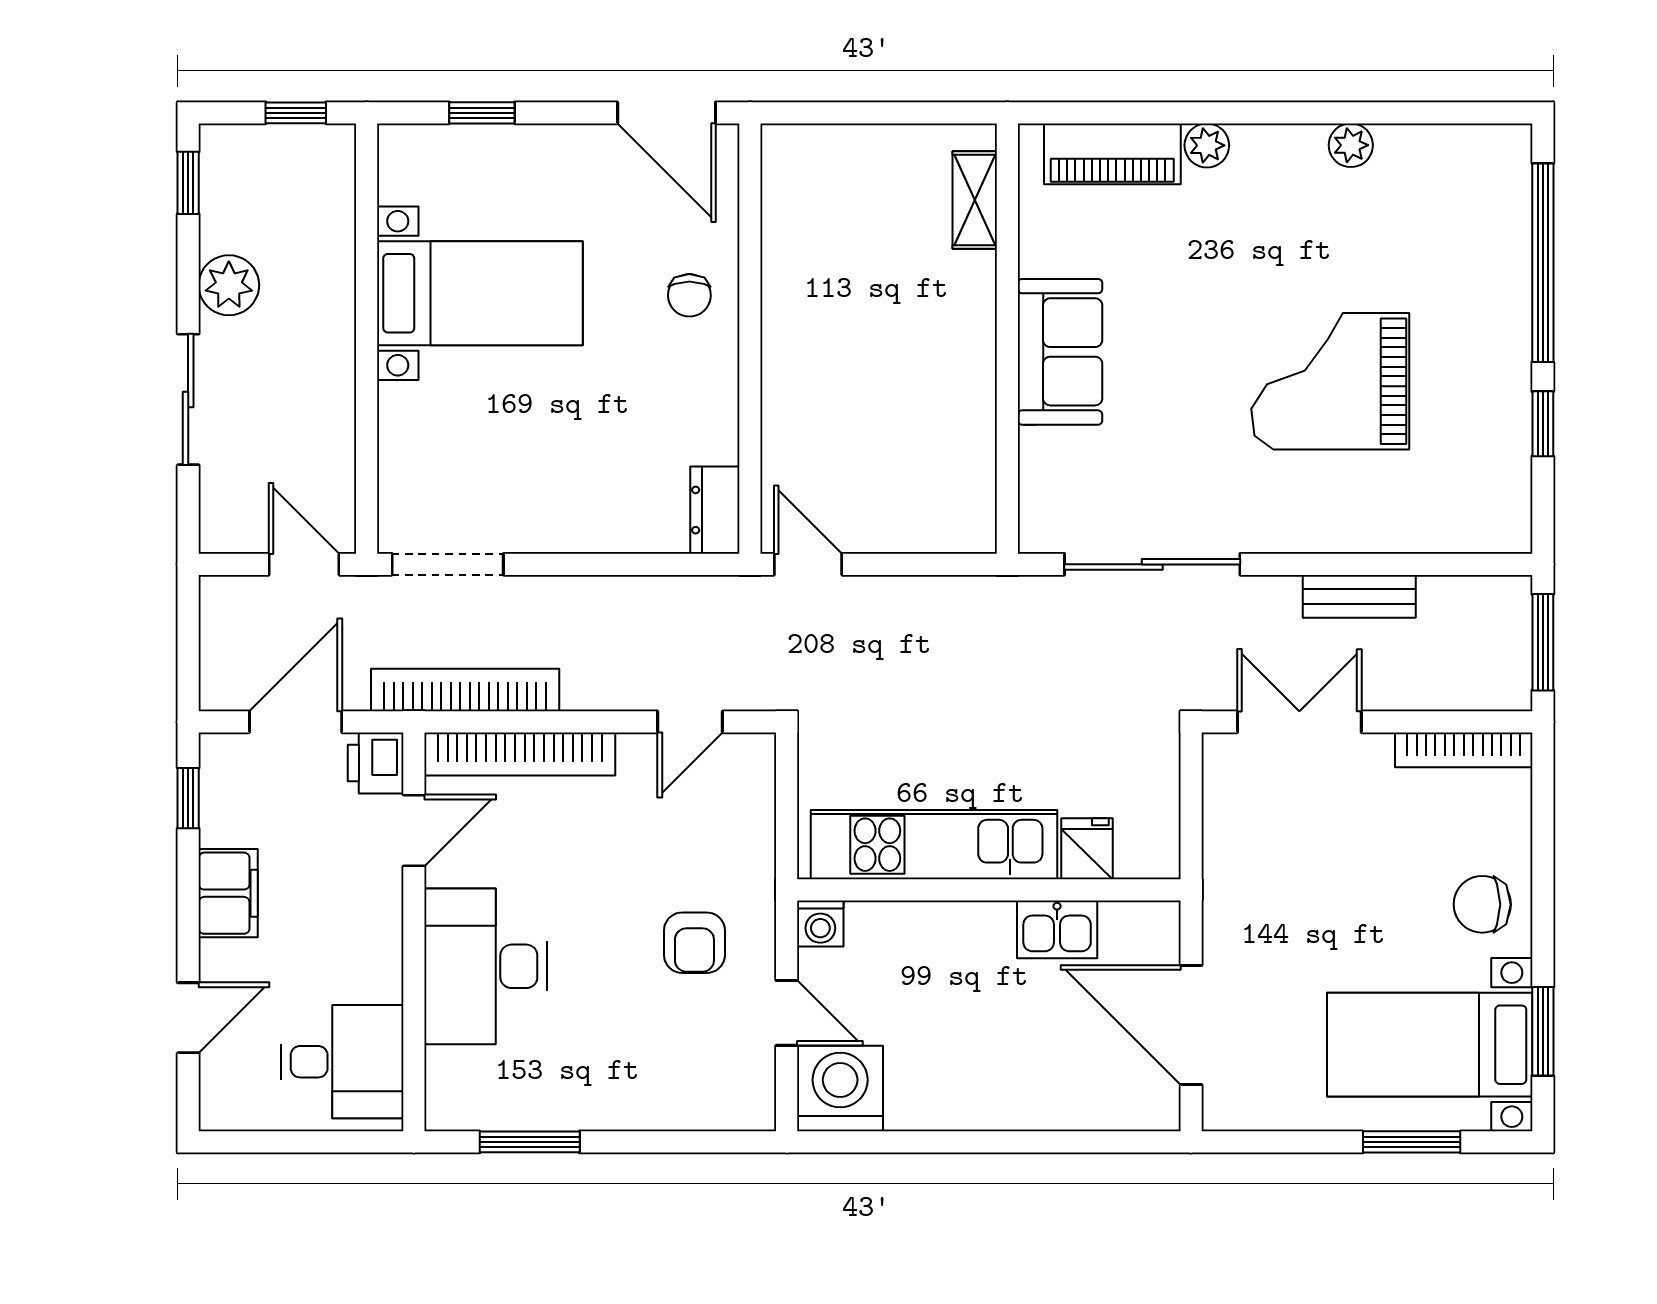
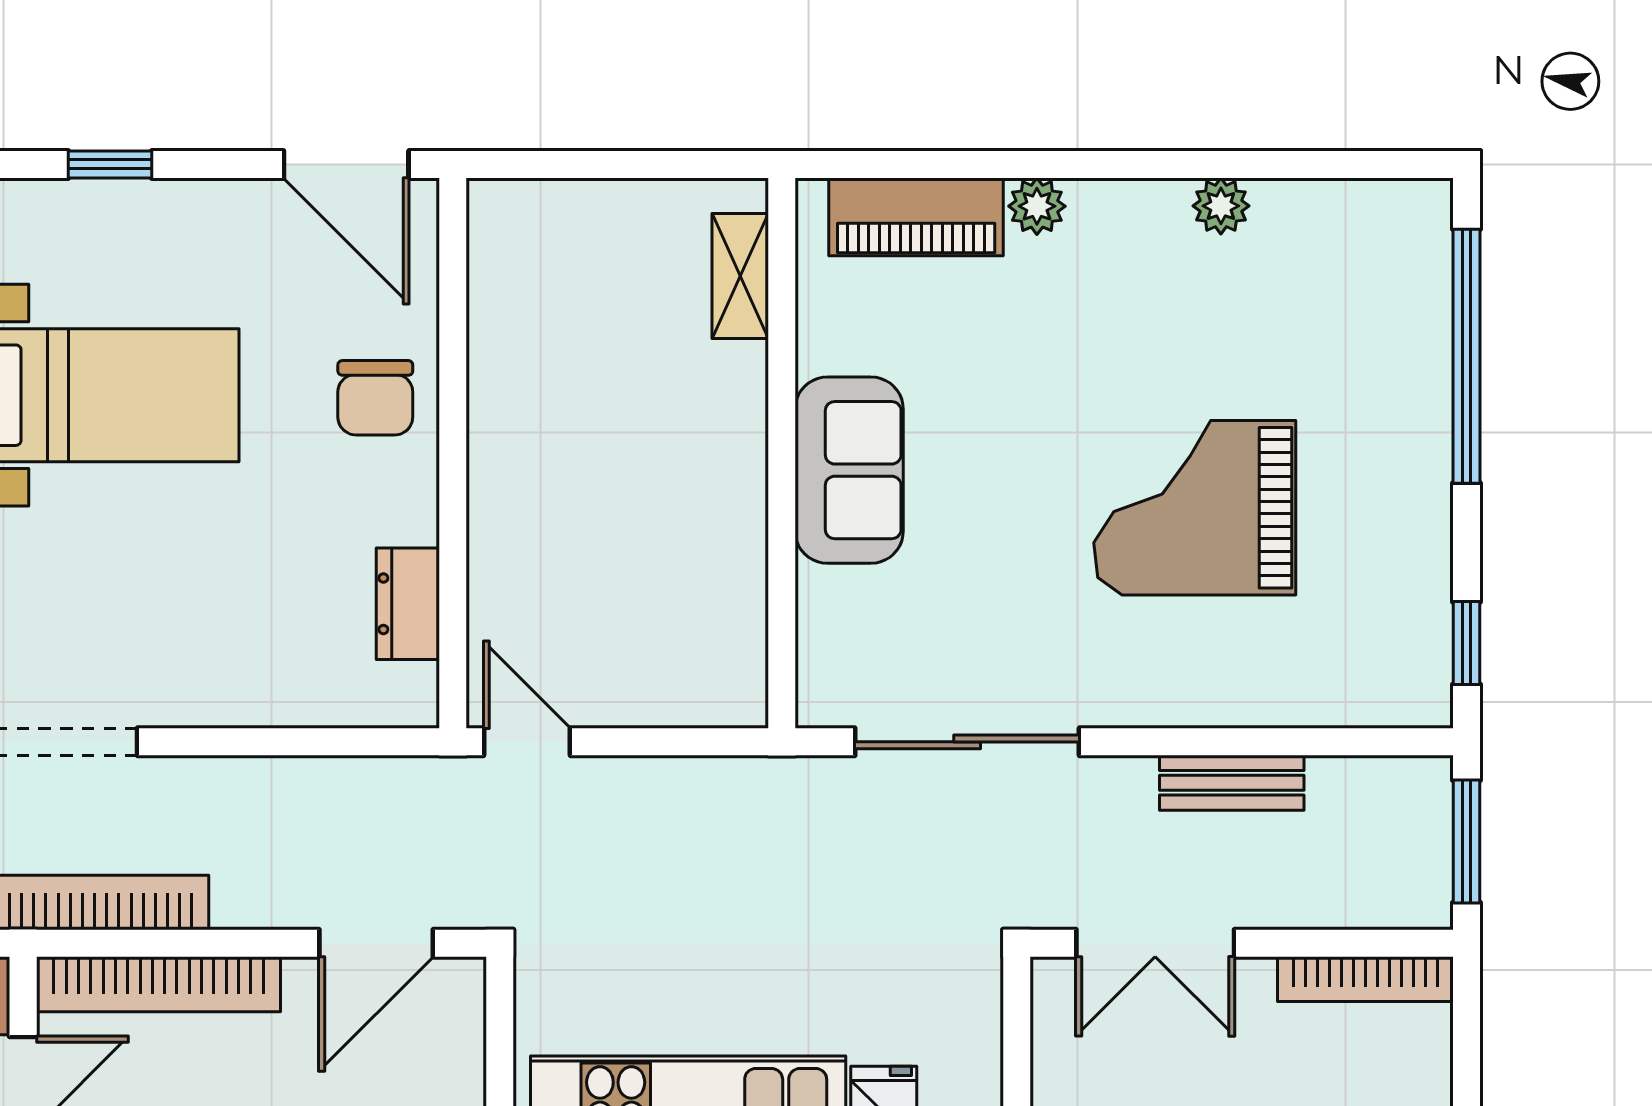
chair: (689, 295) -> (375, 398), width x1.37, depth x1.37
window: (1543, 424) -> (1467, 643), moved
dresser: (715, 510) -> (408, 604), moved
door: (690, 722) -> (376, 943), width x1.38
double door: (1299, 722) -> (1155, 943), swing flipped

